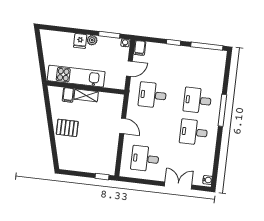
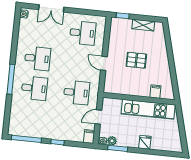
plant: (92, 40) -> (112, 141), moved
shelving: (86, 95) -> (143, 25), moved
pallet: (67, 128) -> (136, 60), moved

